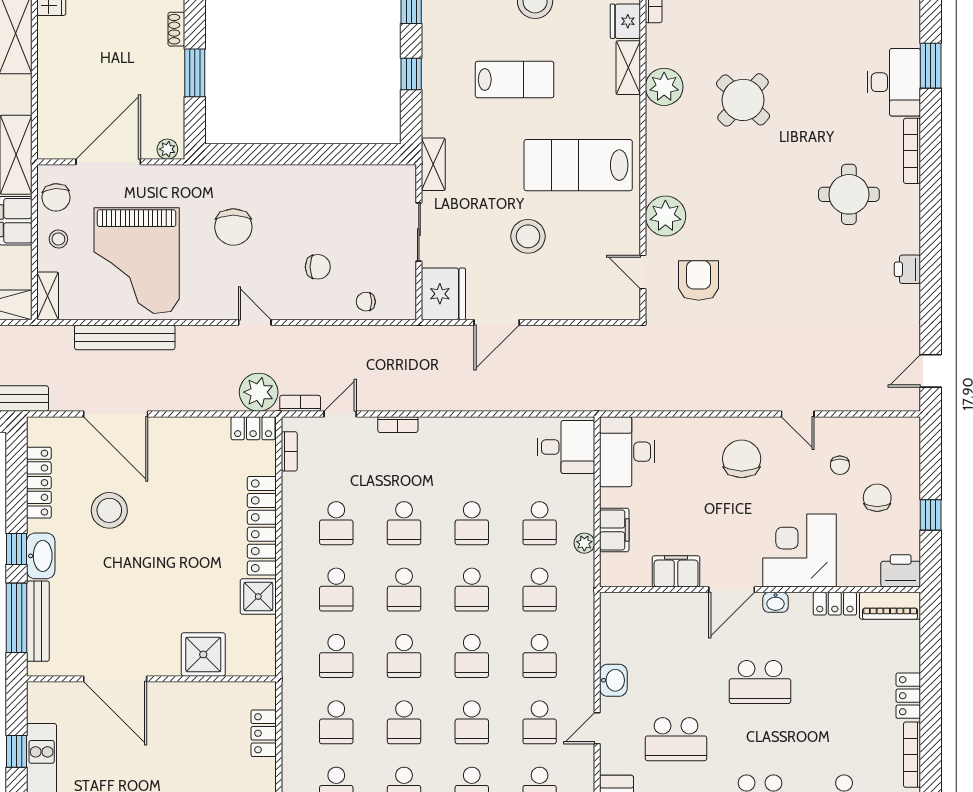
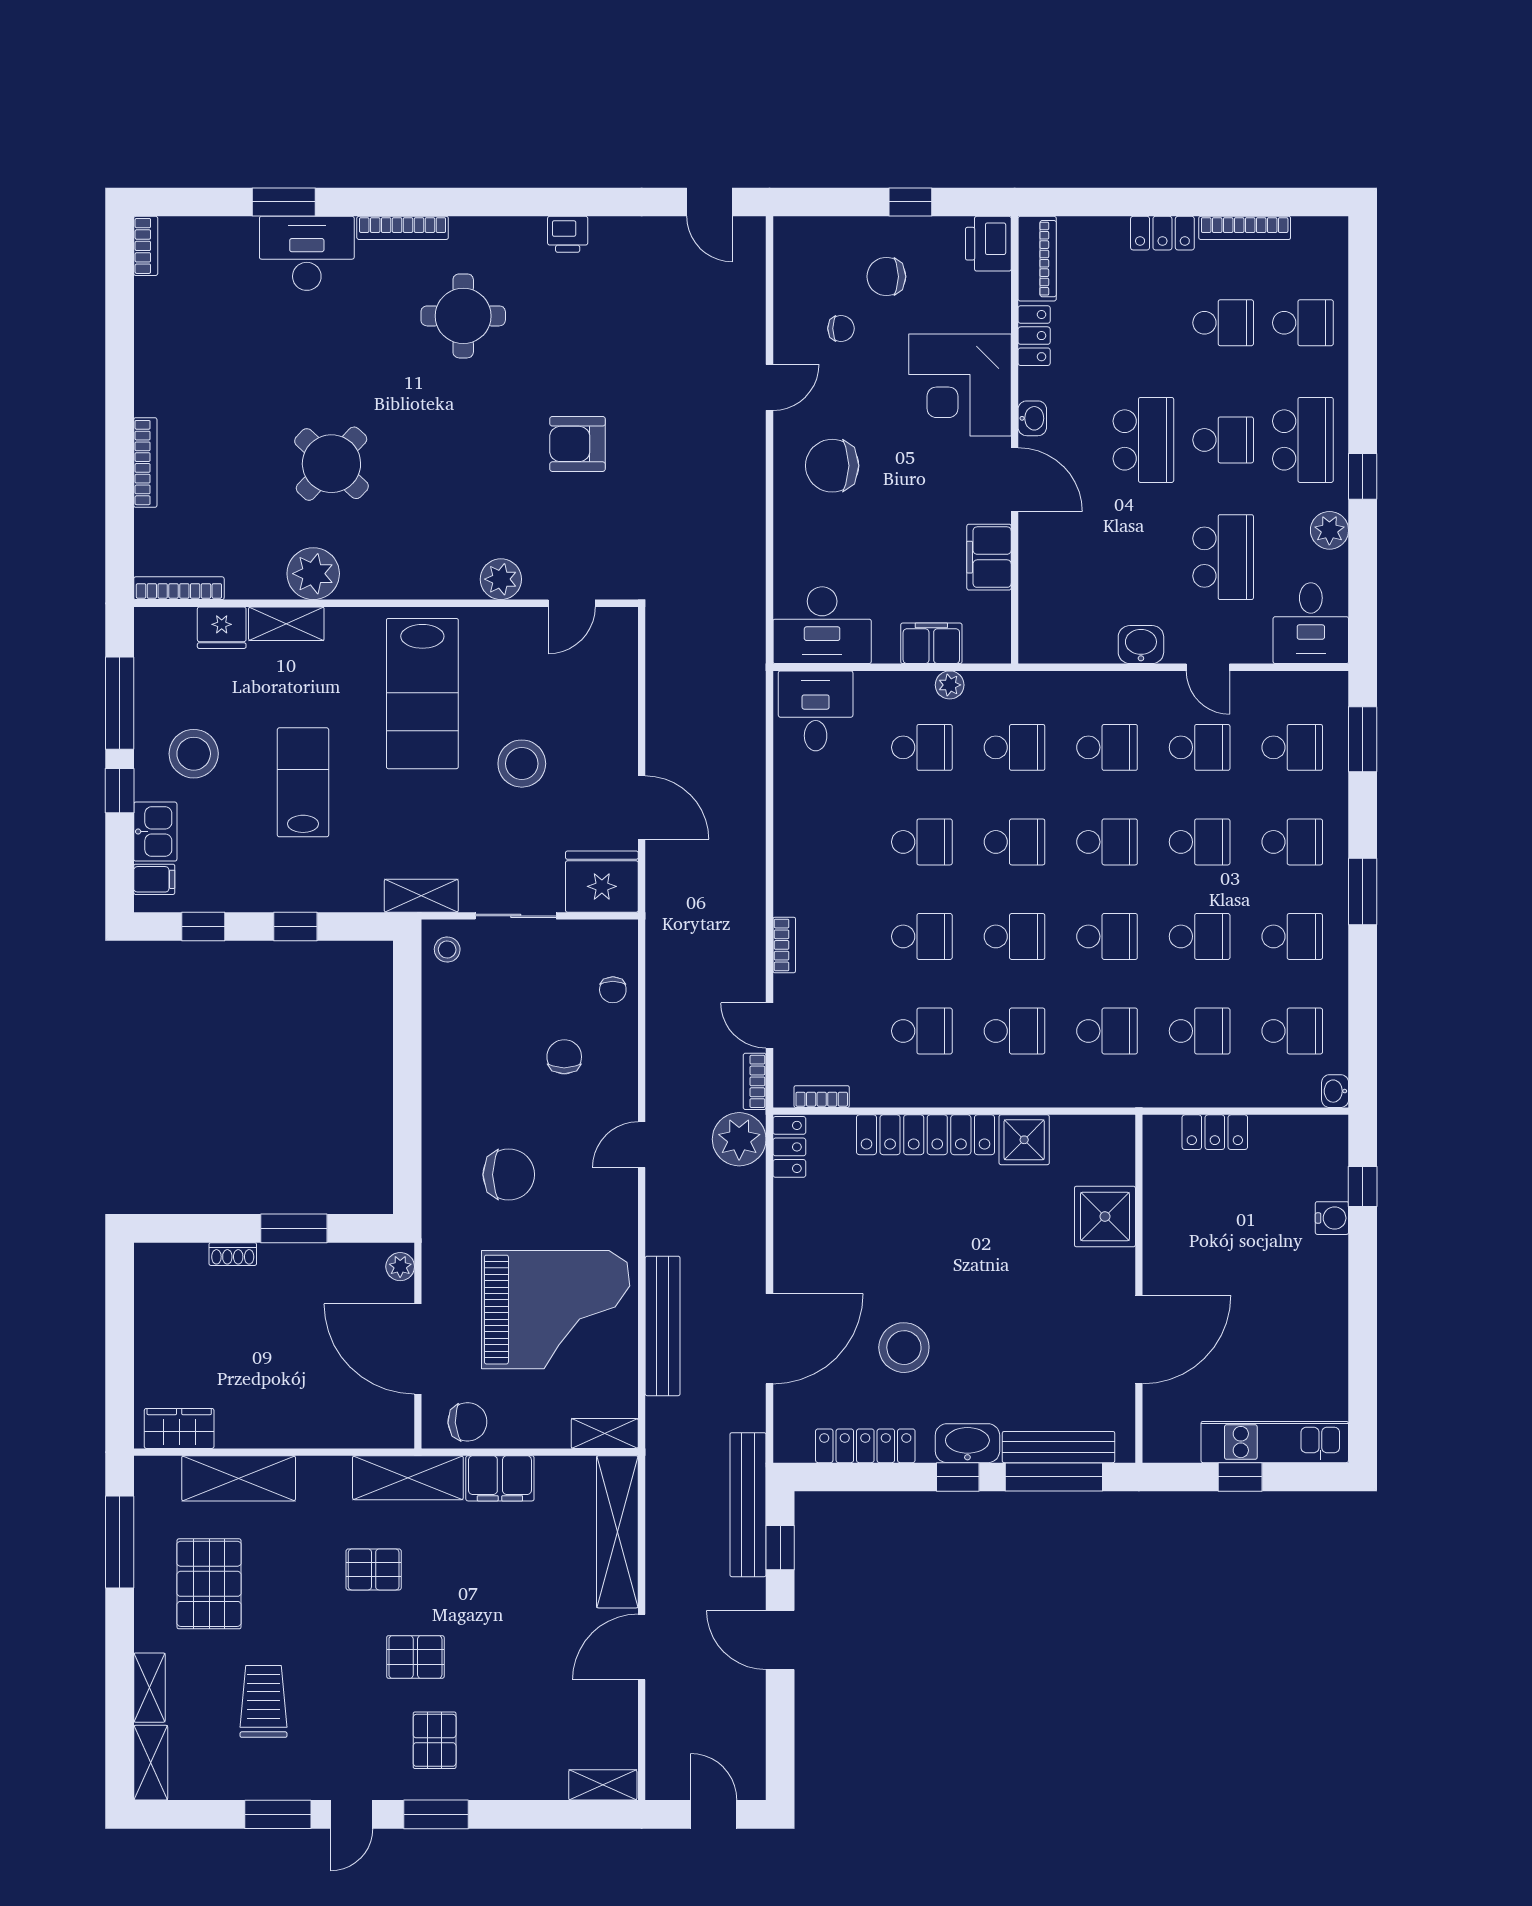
plant: (665, 216) -> (501, 579), width x0.73, depth x0.73
stool: (58, 239) -> (447, 949), moved
armchair: (699, 280) -> (578, 444), moved
school desk: (760, 739) -> (1223, 440), added
school desk: (844, 739) -> (1223, 323), added

